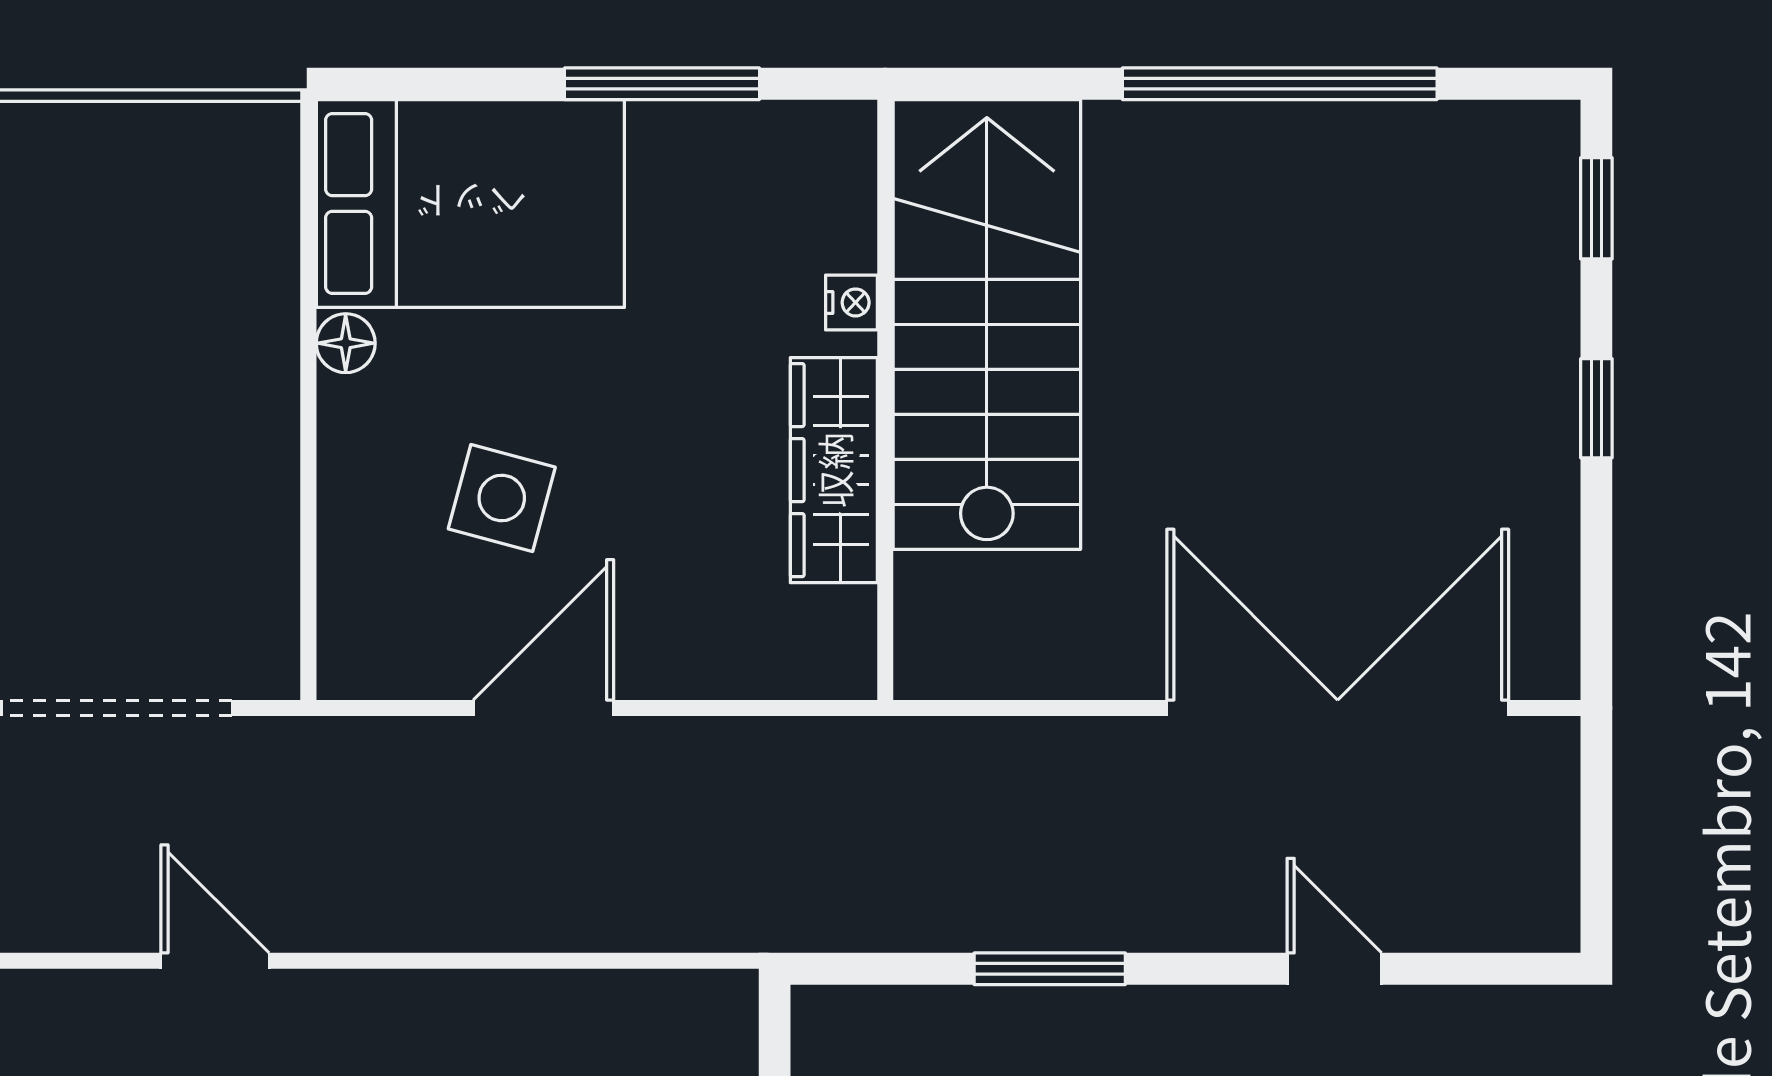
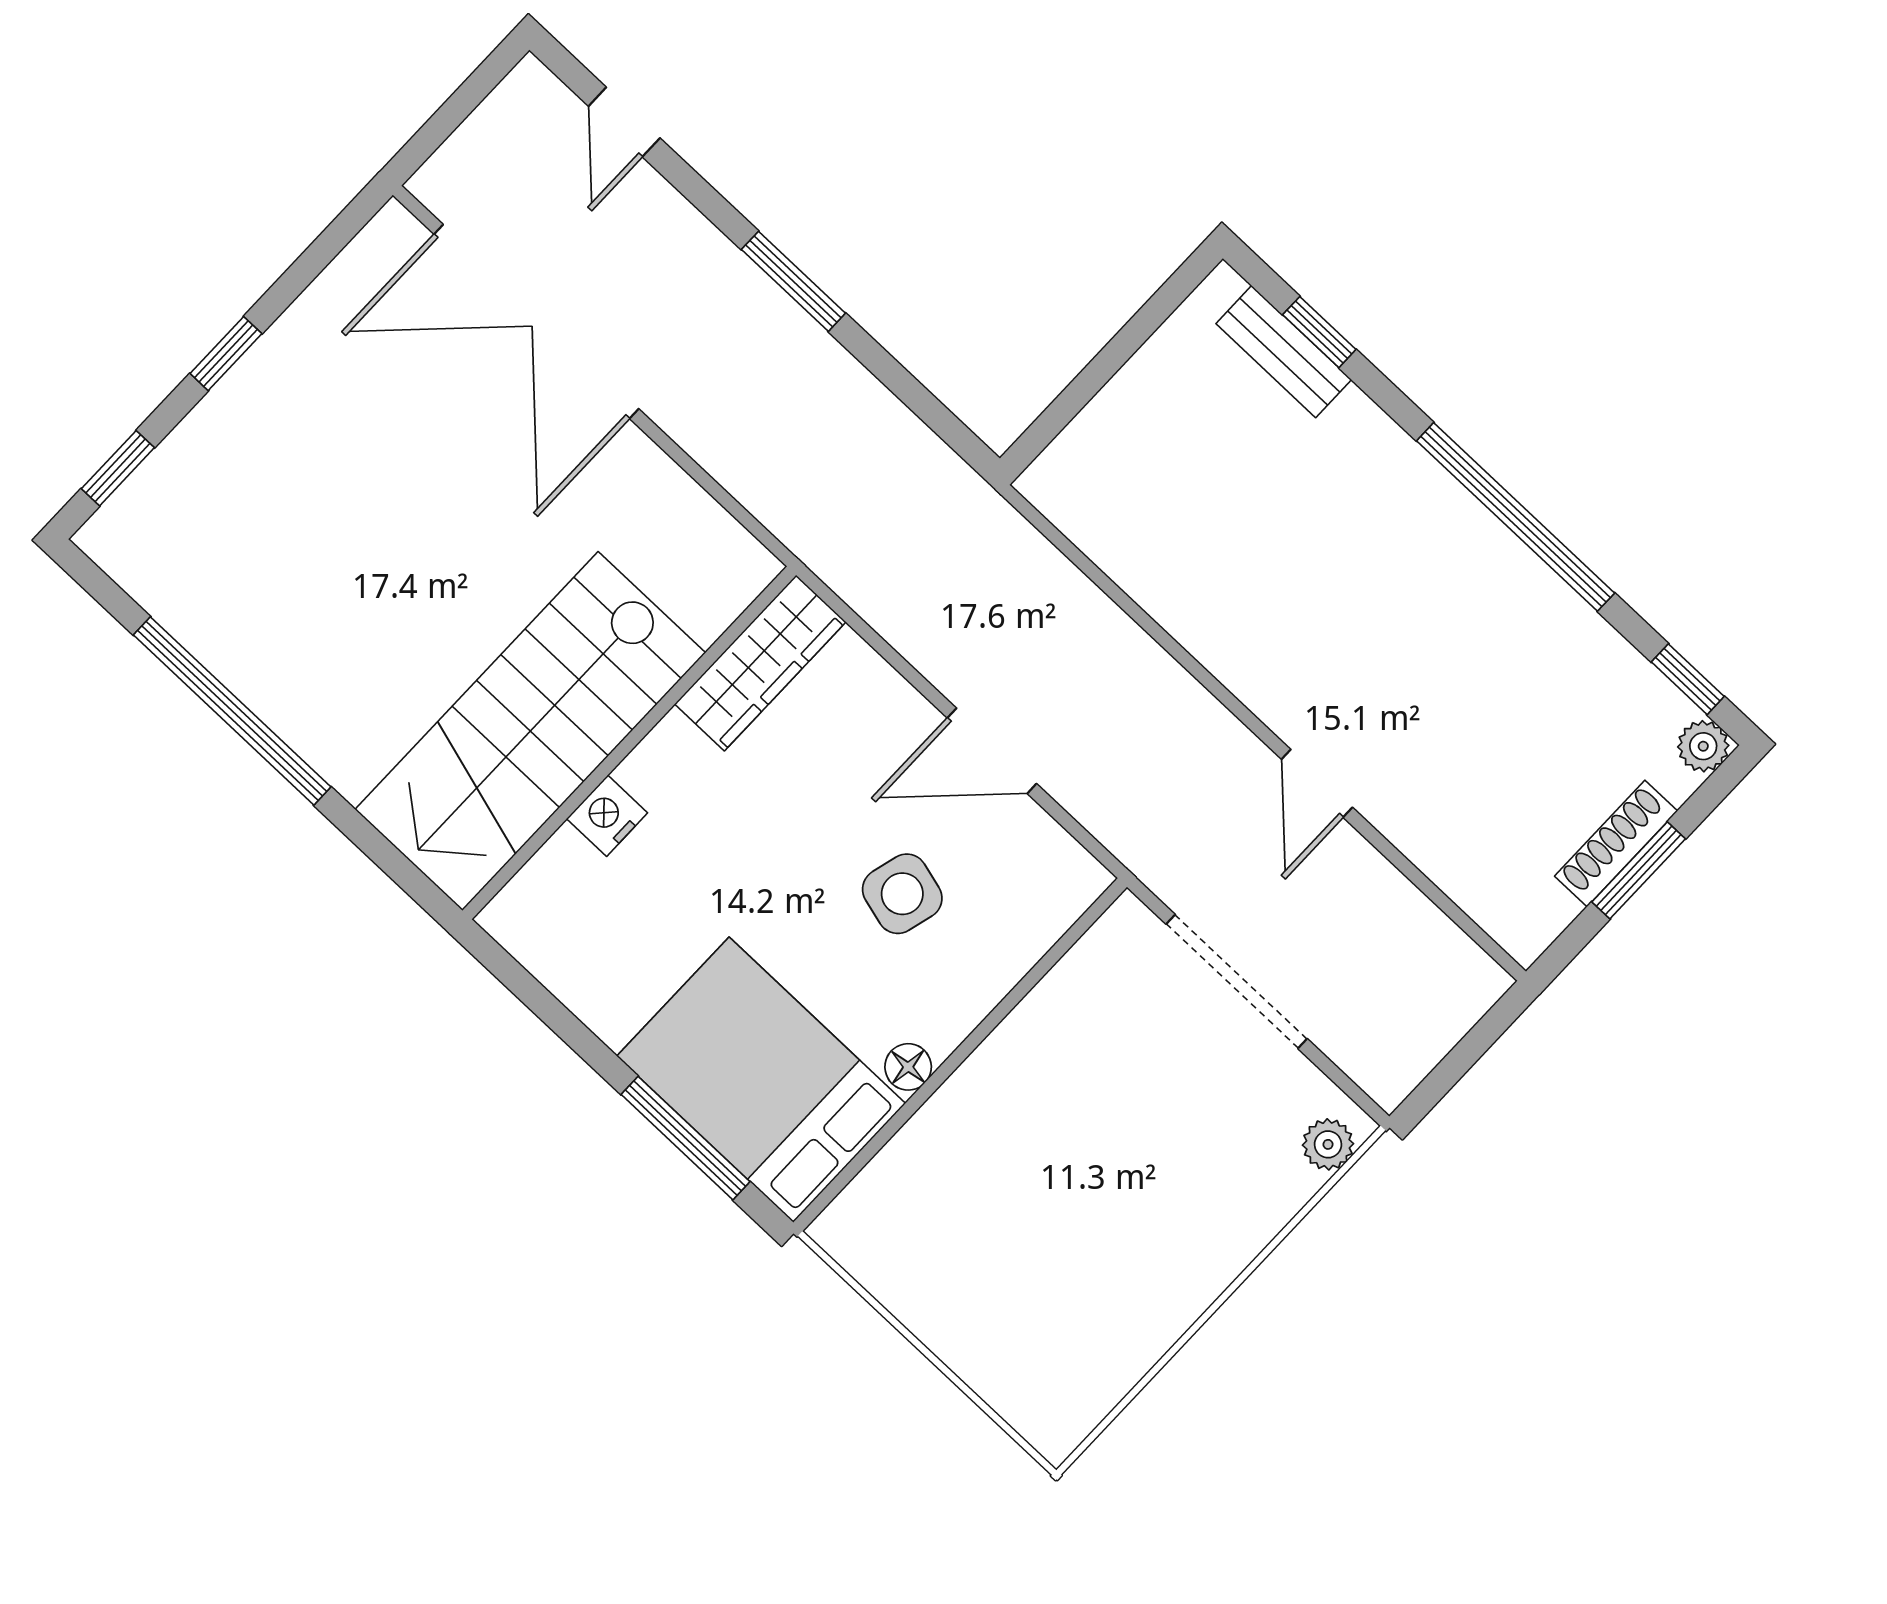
window: (662, 84) -> (685, 1138), moved
nightstand: (851, 302) -> (607, 816), width x1.39, depth x1.35
wardrobe: (834, 470) -> (760, 663), moved
window: (1050, 969) -> (793, 281), moved
door: (1334, 969) -> (624, 122), moved

